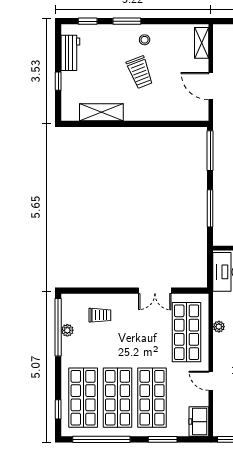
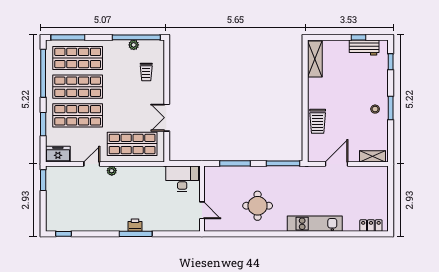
window: (127, 21) -> (391, 108), moved
trolley: (140, 72) -> (318, 121), moved, turned -69
window: (58, 81) -> (358, 37), moved
shelving: (101, 112) -> (315, 59), moved
plant: (219, 327) -> (112, 171), moved
window: (58, 409) -> (68, 37), width x2.17

